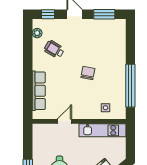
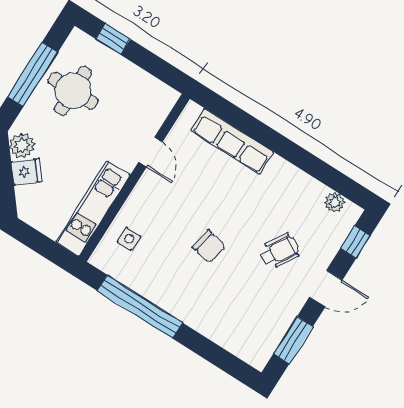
wheelchair: (54, 49) -> (279, 251), moved

